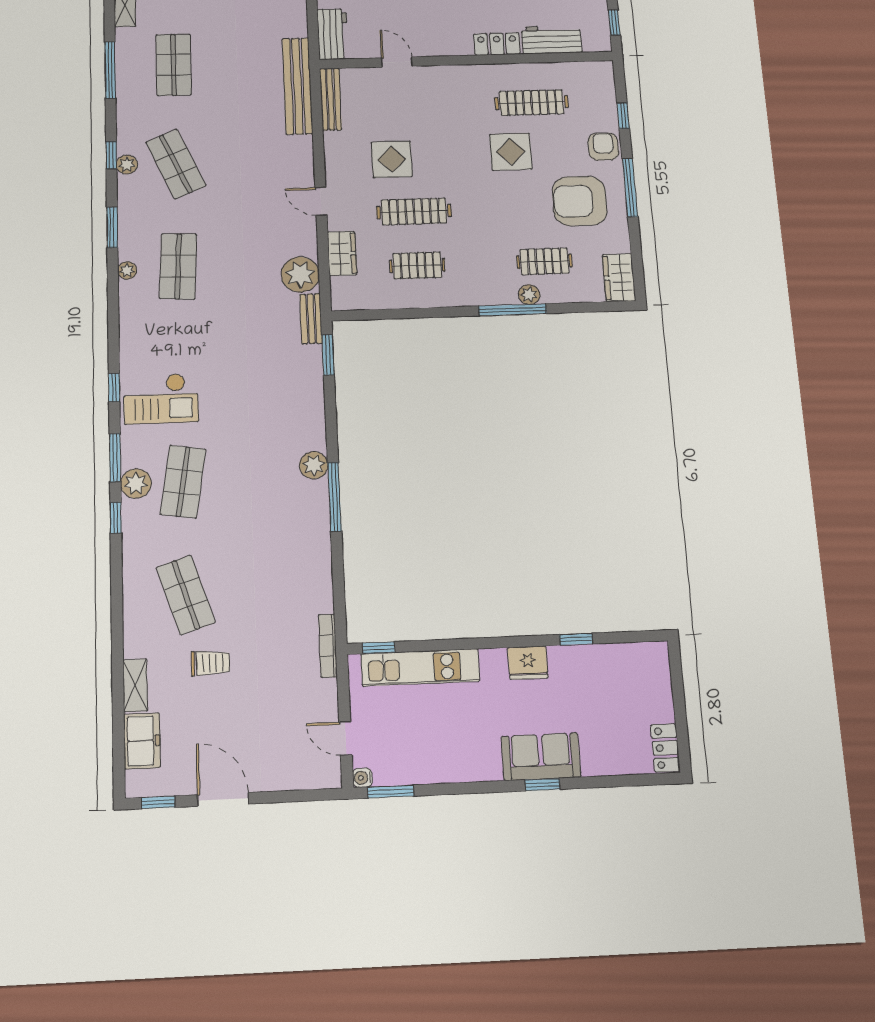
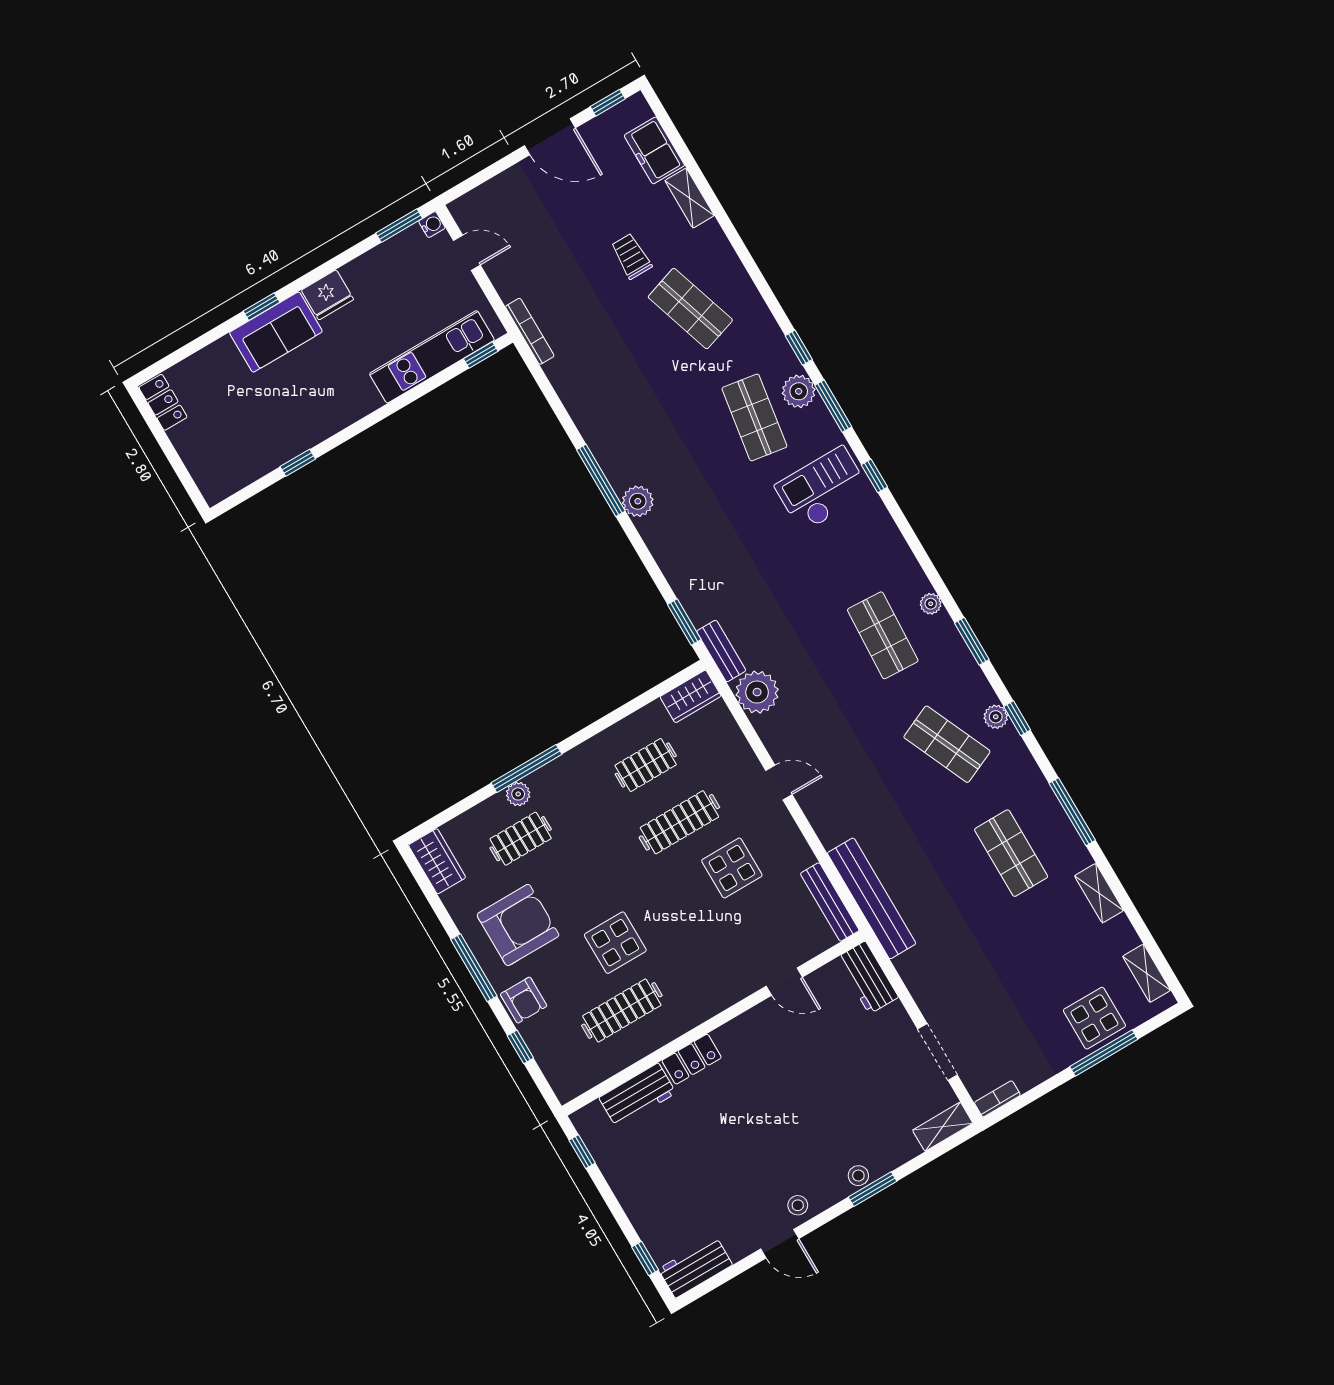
wardrobe: (342, 253) -> (691, 696), moved, turned -90
trolley: (210, 663) -> (631, 256), turned 90
fridge: (528, 663) -> (327, 295), moved, turned 180

